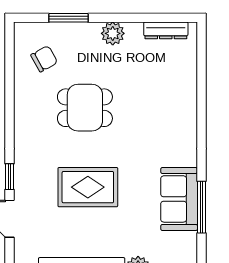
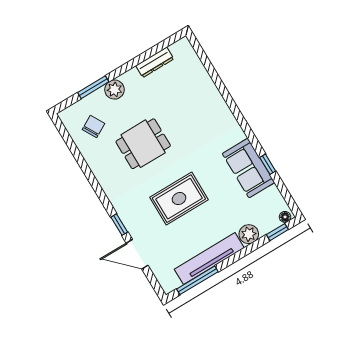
dresser: (166, 30) -> (155, 62), moved
plant: (113, 33) -> (114, 90), moved
window: (202, 207) -> (268, 164), width x0.46

